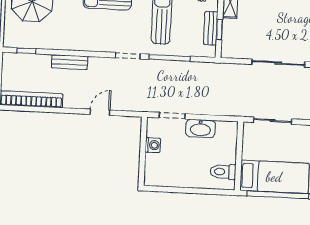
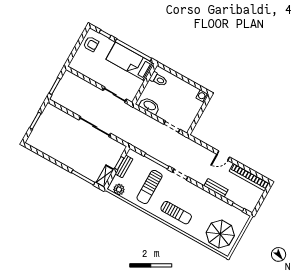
door: (100, 112) -> (223, 156), moved
washbasin: (200, 129) -> (150, 106), moved
washing machine: (153, 145) -> (202, 96), moved

